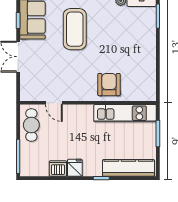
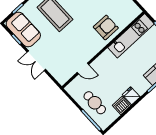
armchair: (109, 85) -> (106, 27), turned 90
cafe table: (31, 125) -> (95, 103), moved

